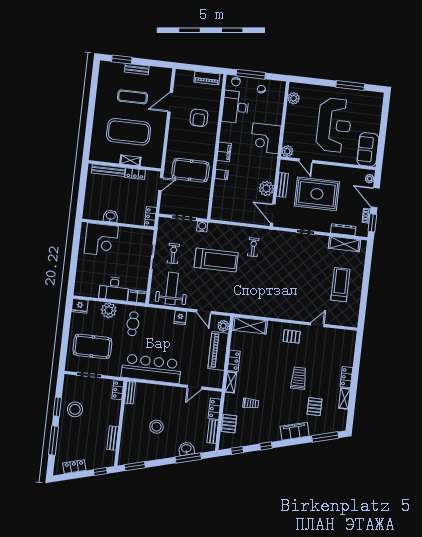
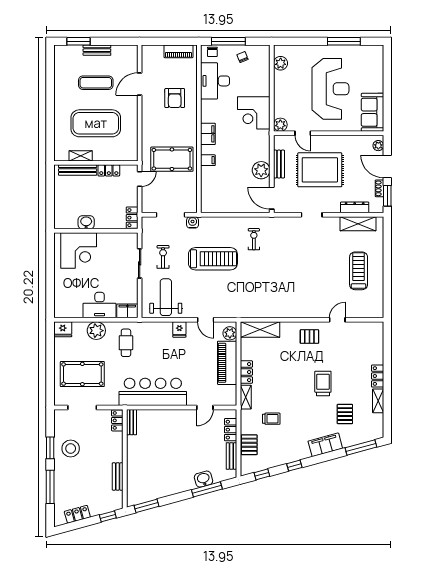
shelving: (130, 160) -> (81, 156), moved
stool: (157, 427) -> (166, 458), removed

